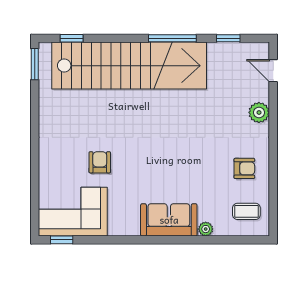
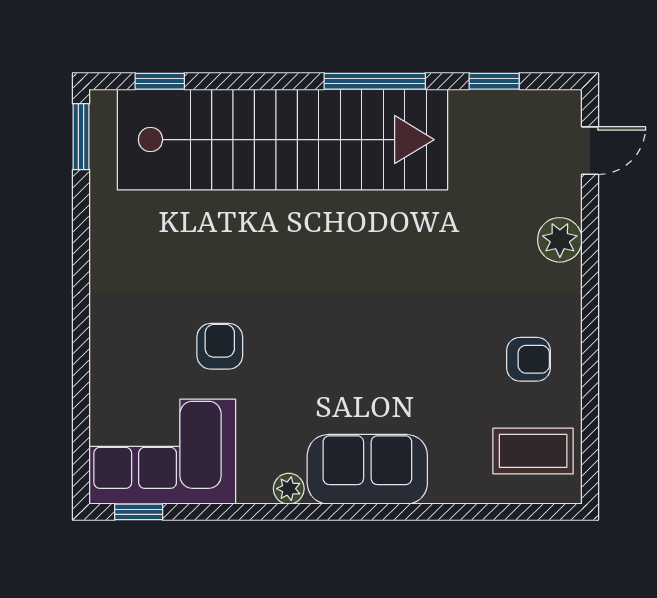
door: (273, 71) -> (590, 151), swing flipped
coffee table: (246, 211) -> (533, 451), width x1.36, depth x1.30
plant: (206, 229) -> (289, 489), moved

